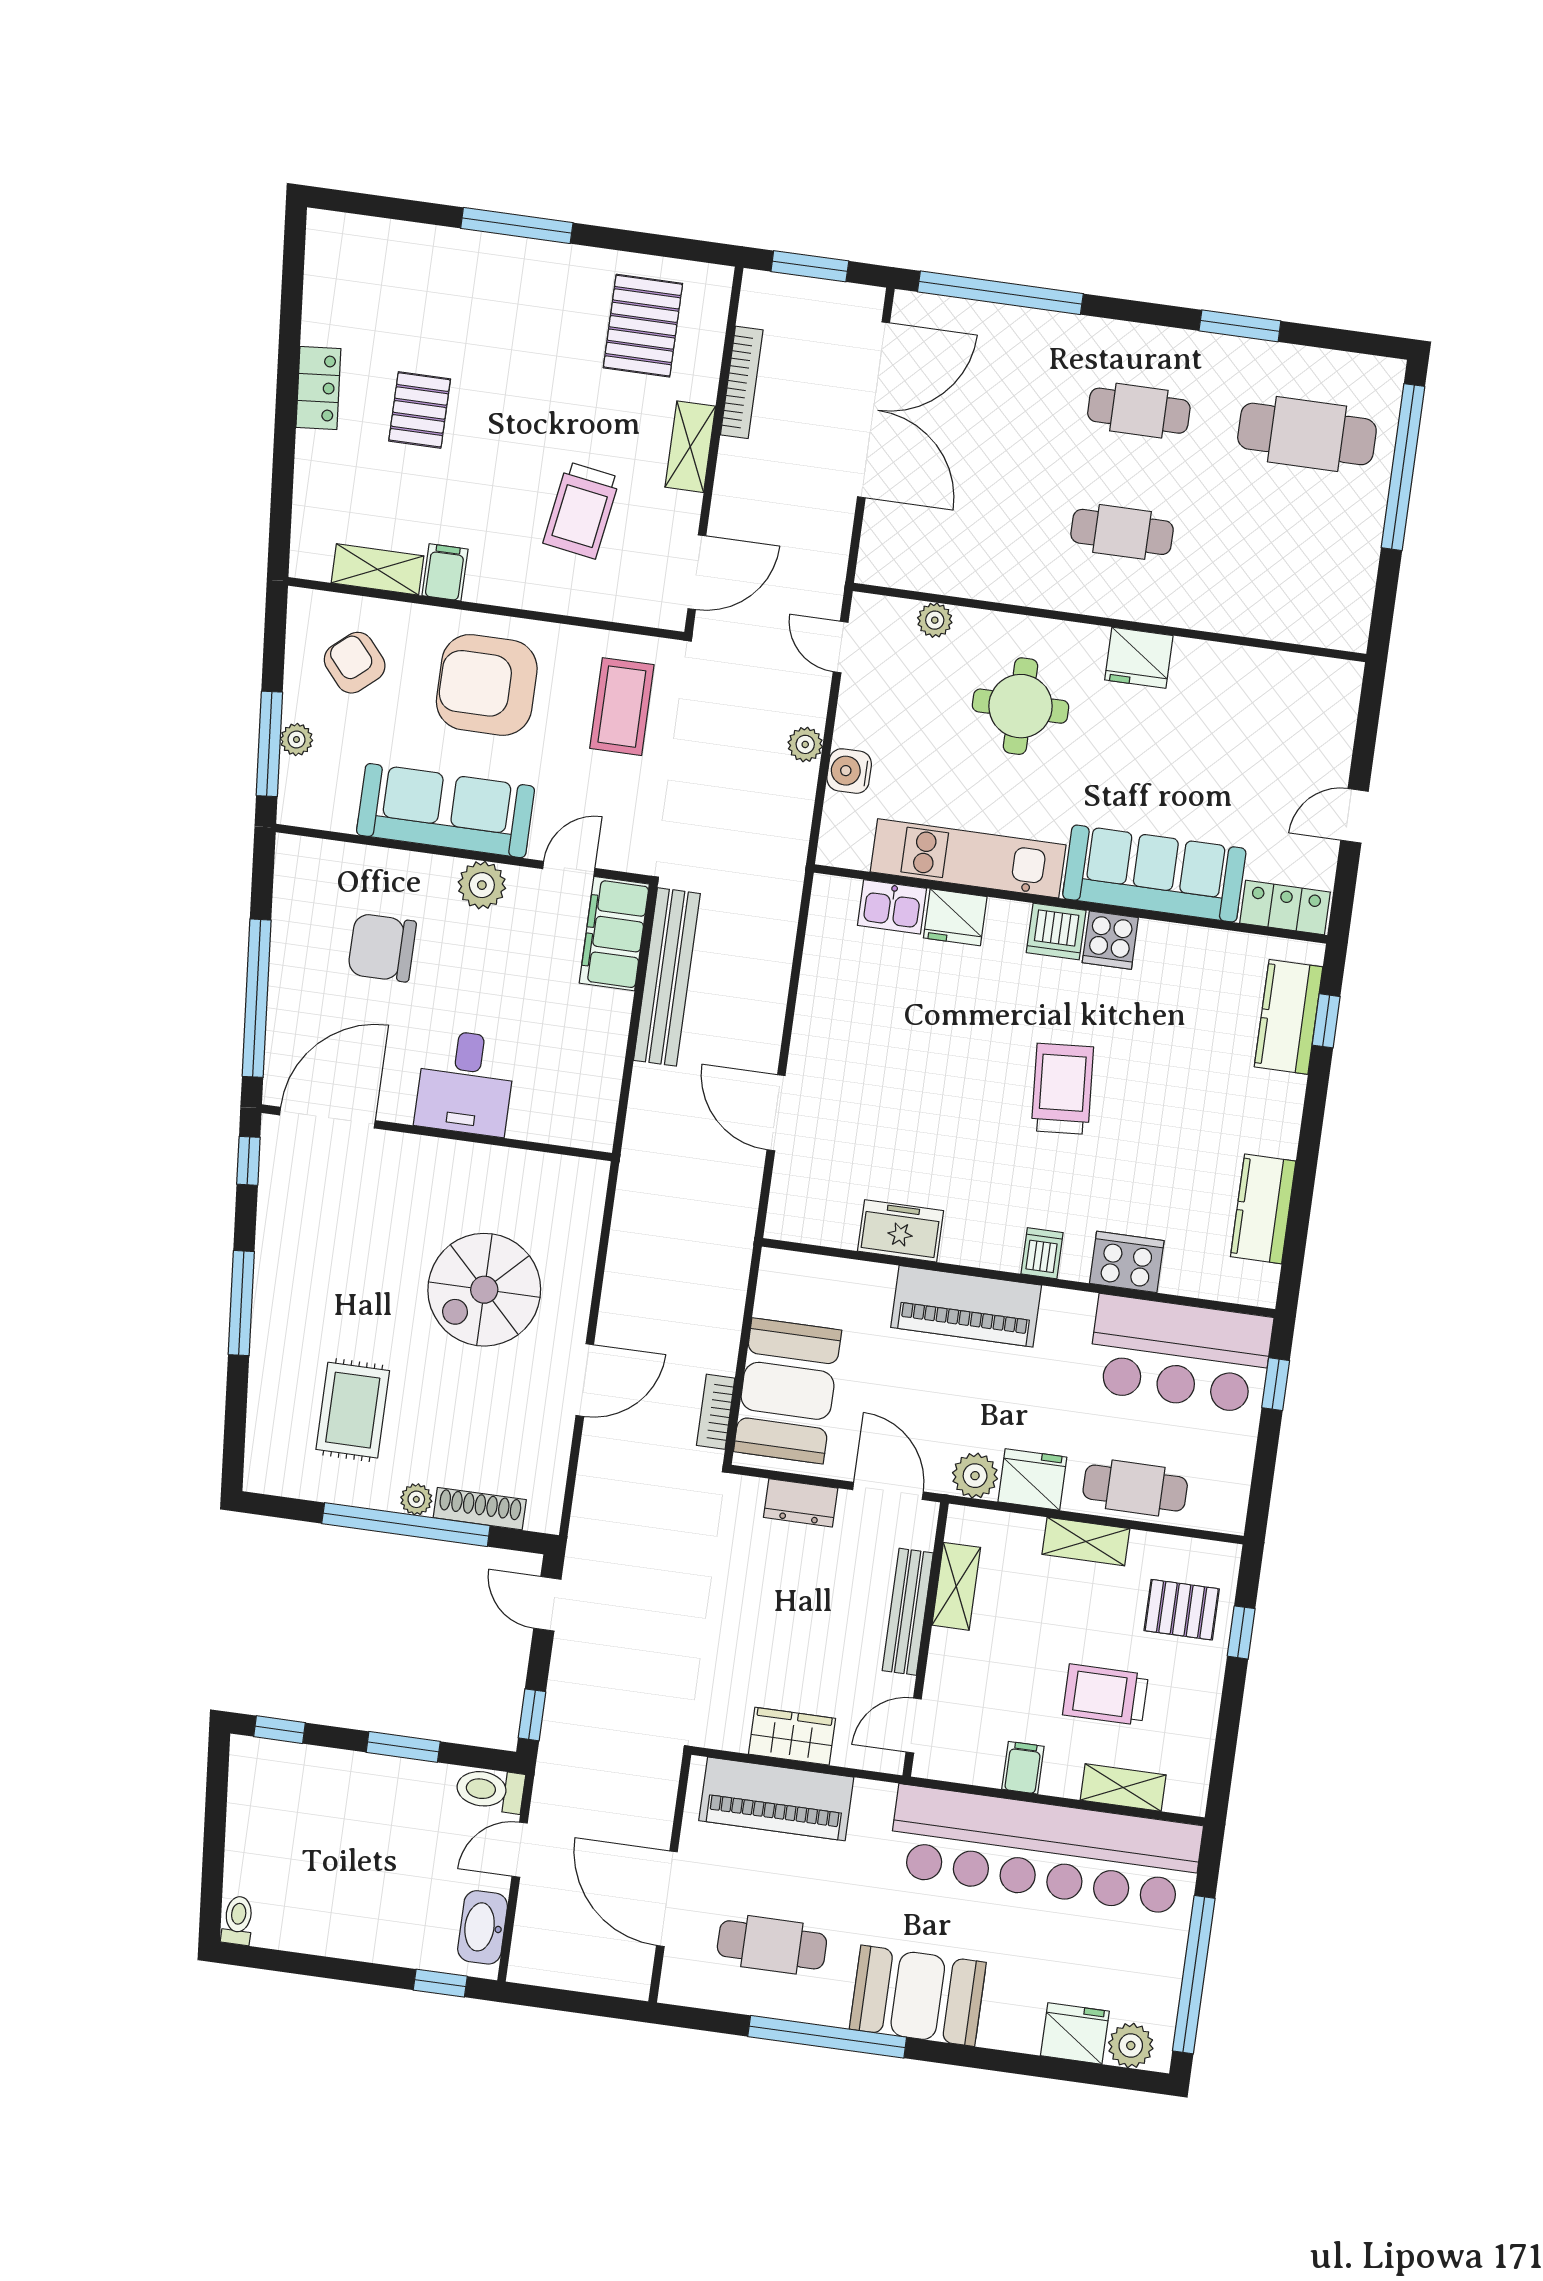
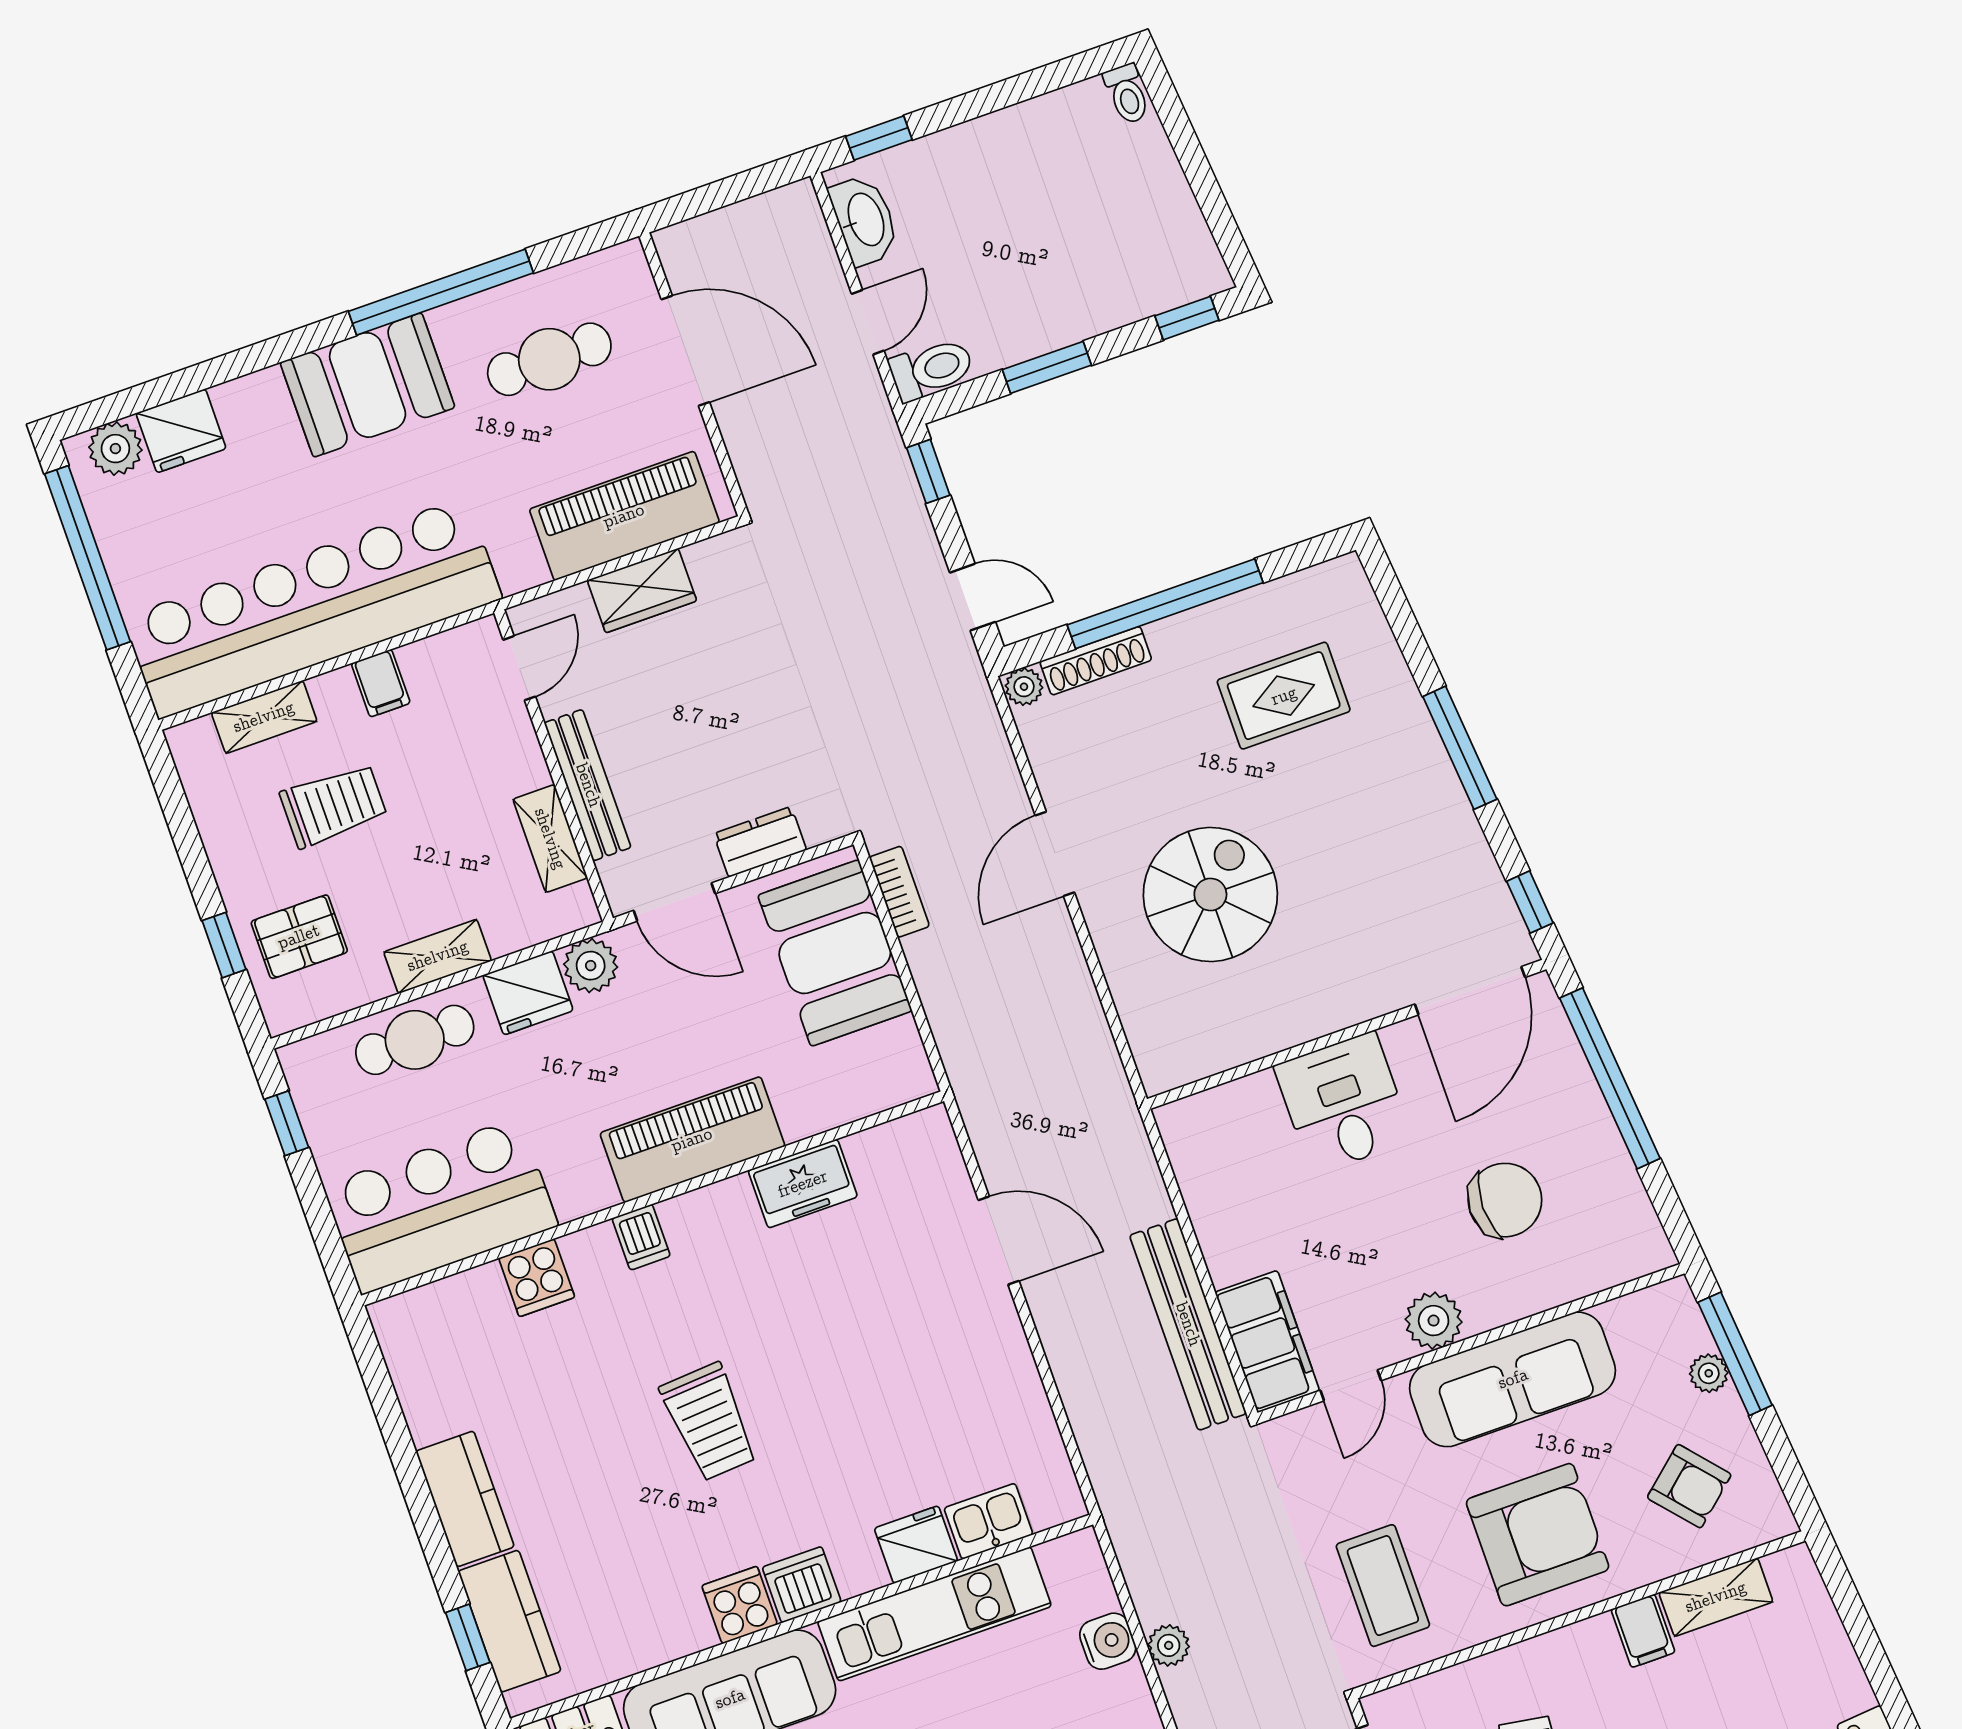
kitchen counter: (1263, 1209) -> (465, 1499), moved
cooker: (1127, 1262) -> (537, 1278), width x0.73
window: (1276, 1384) -> (287, 1123), moved
rug: (353, 1410) -> (1284, 696), turned 90
plant: (416, 1499) -> (1024, 687), moved

